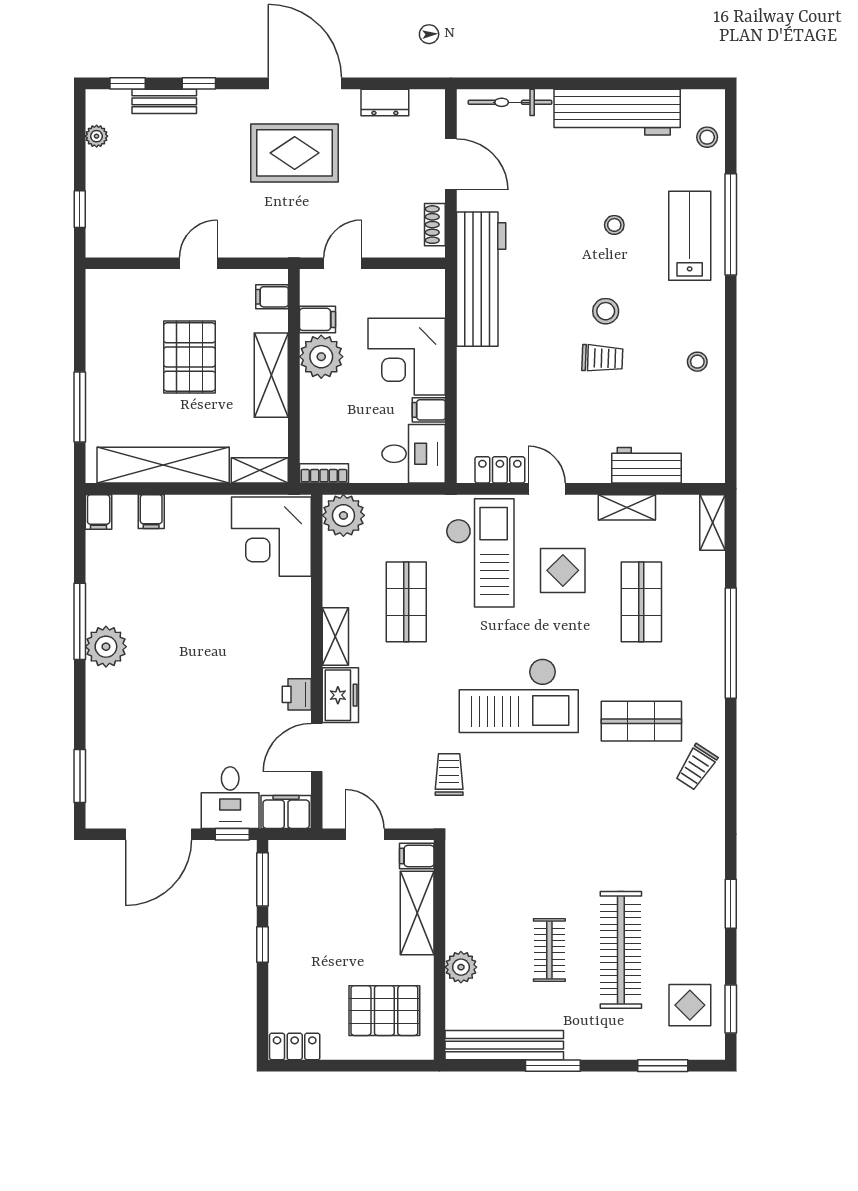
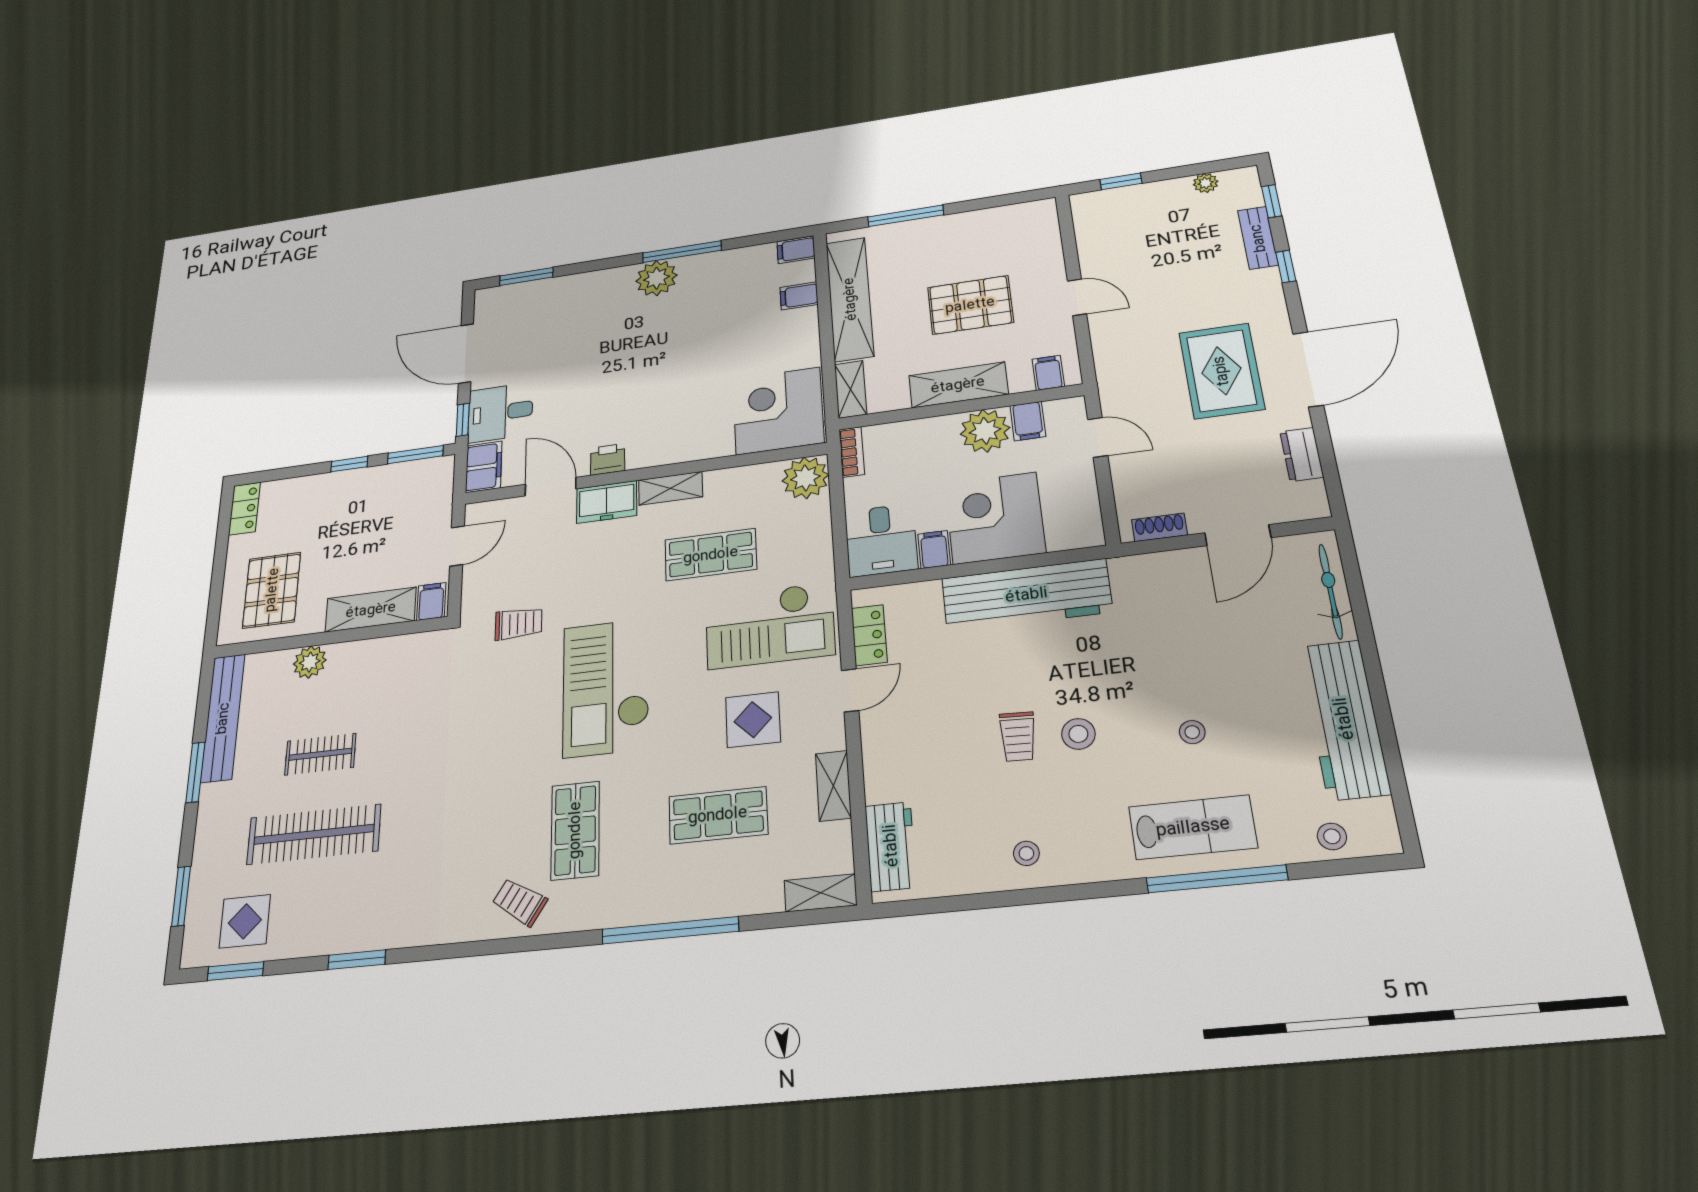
workbench: (481, 279) -> (1026, 595), moved
workbench: (646, 465) -> (891, 846), moved

